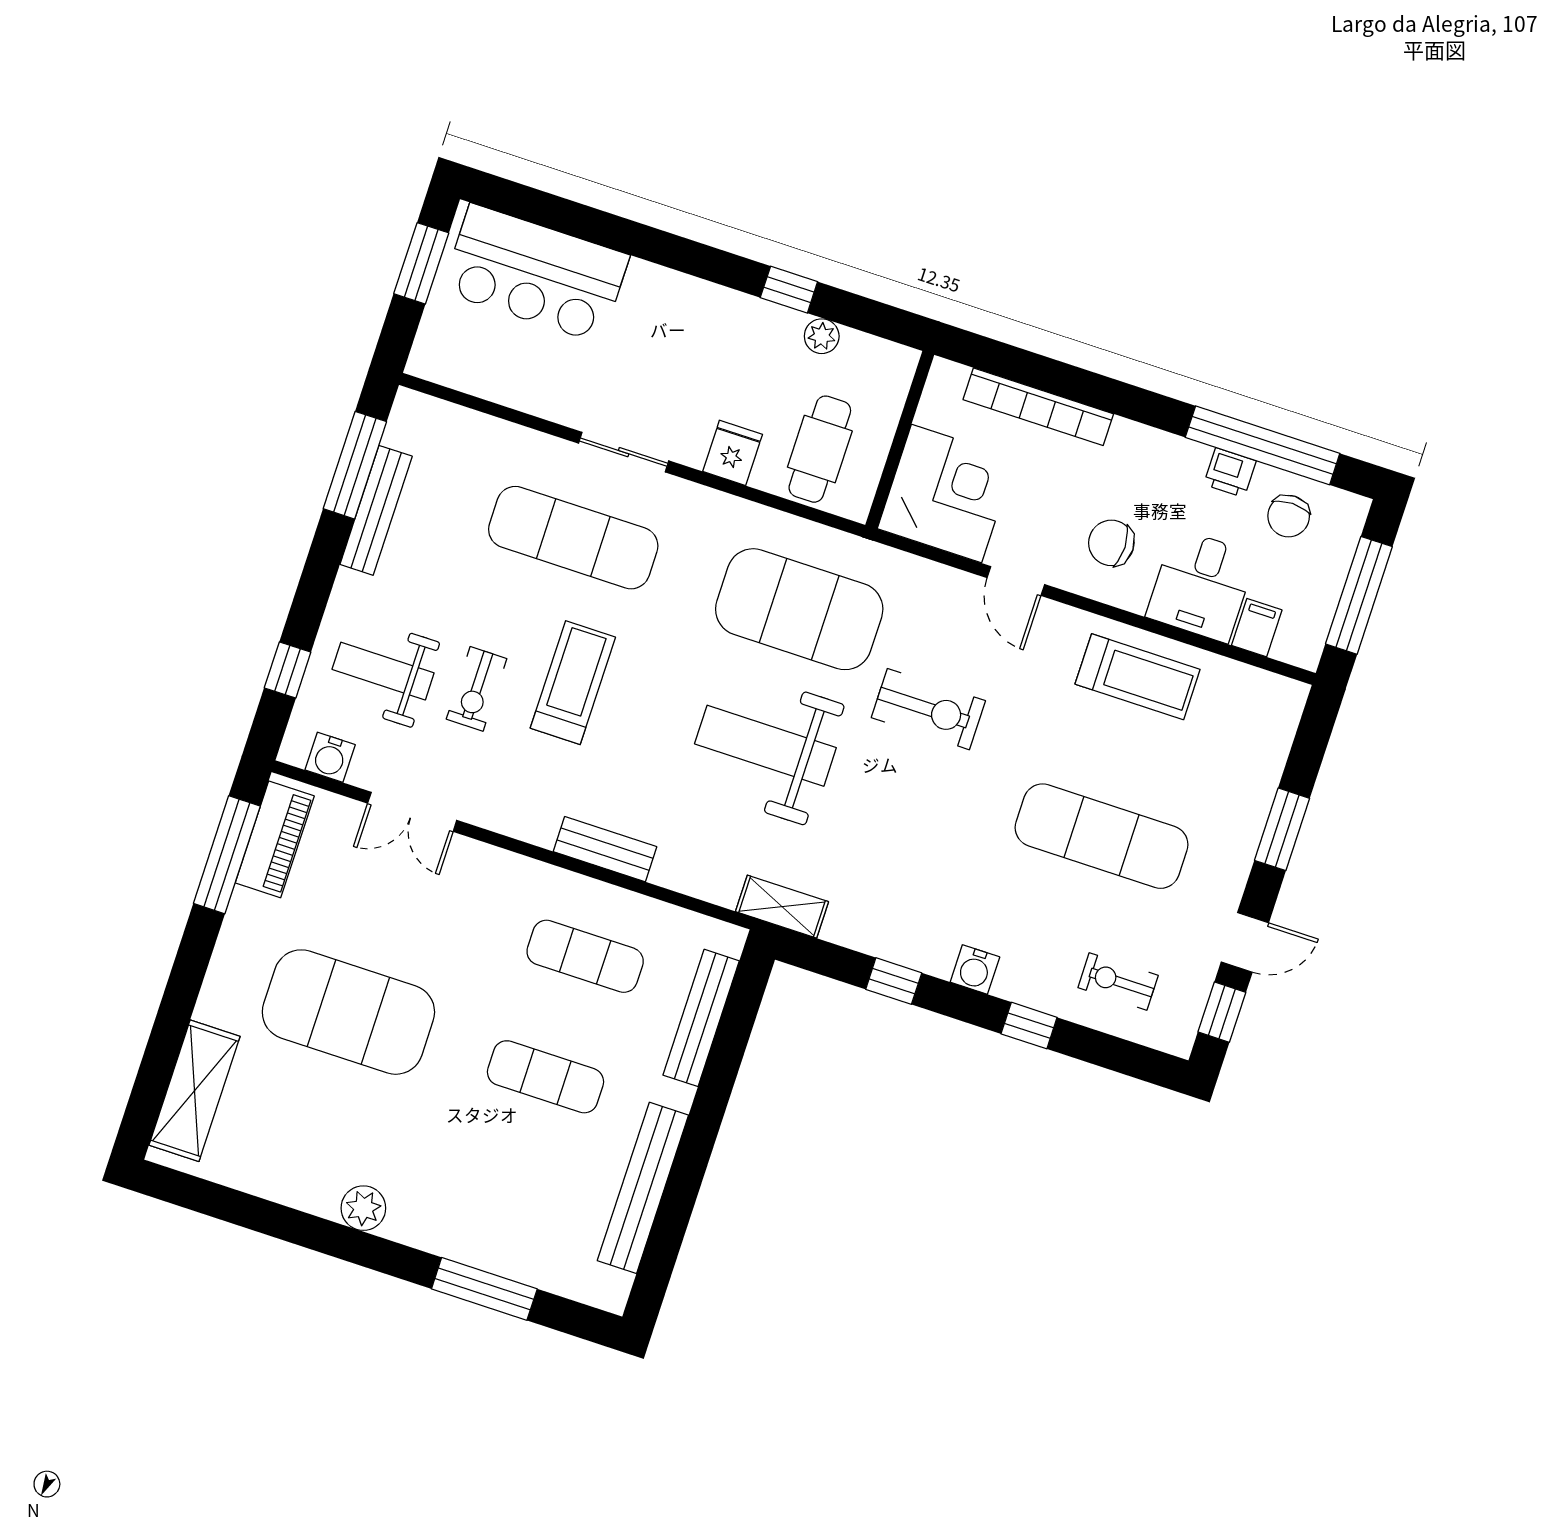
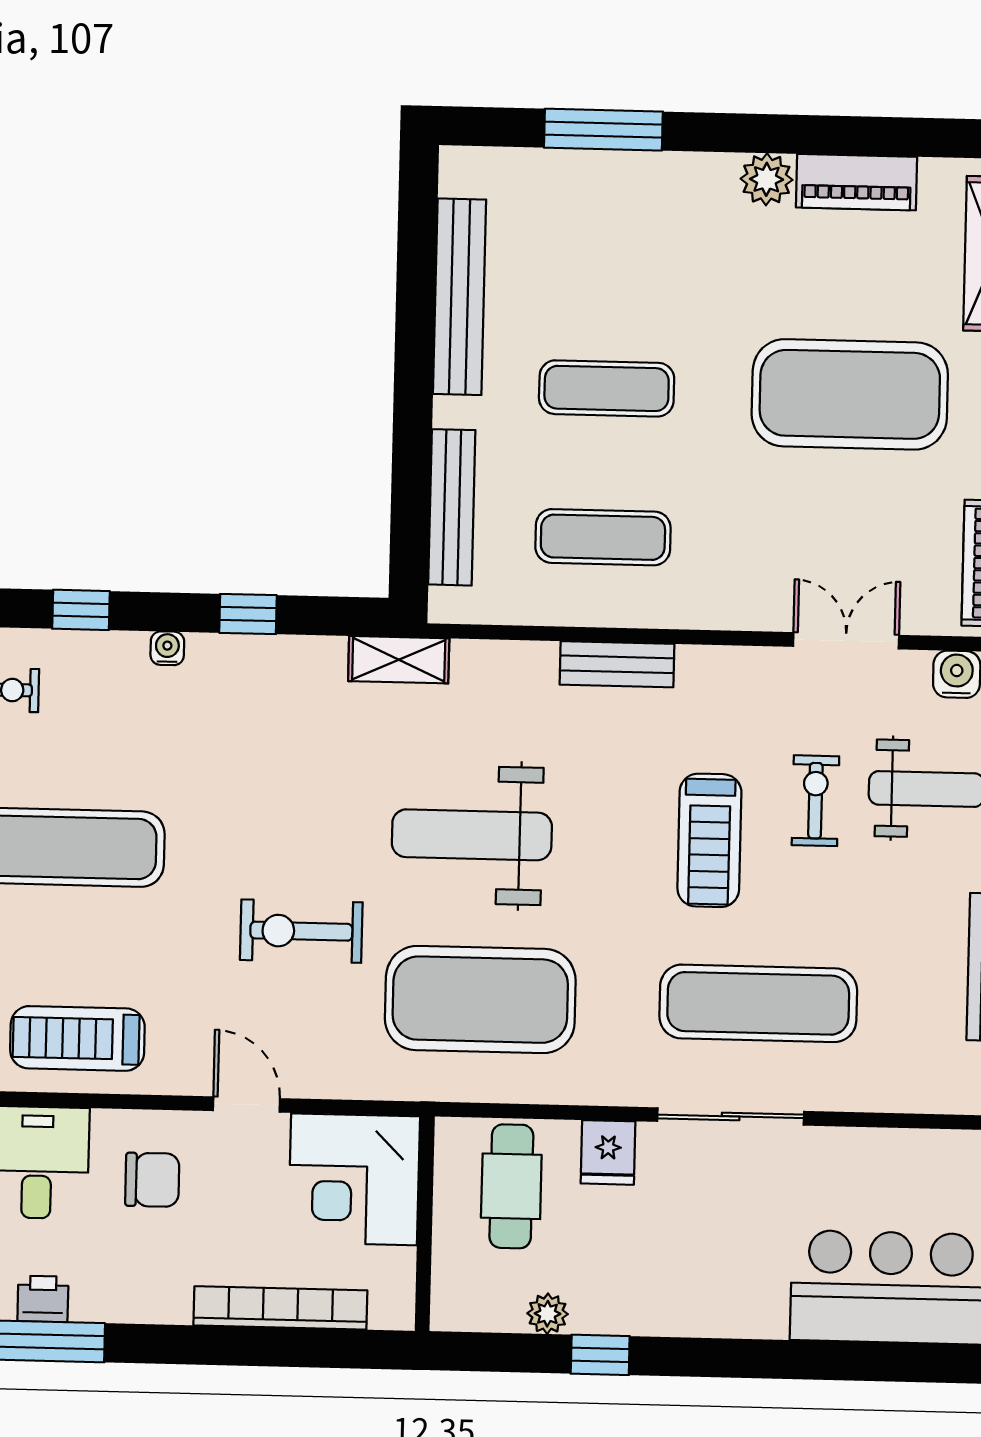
sliding door: (624, 452) -> (731, 1116), width x1.37
weight bench: (765, 746) -> (472, 835), turned 180
water cooler: (975, 970) -> (167, 648), width x0.72, depth x0.72
piano: (291, 1184) -> (856, 182), added

